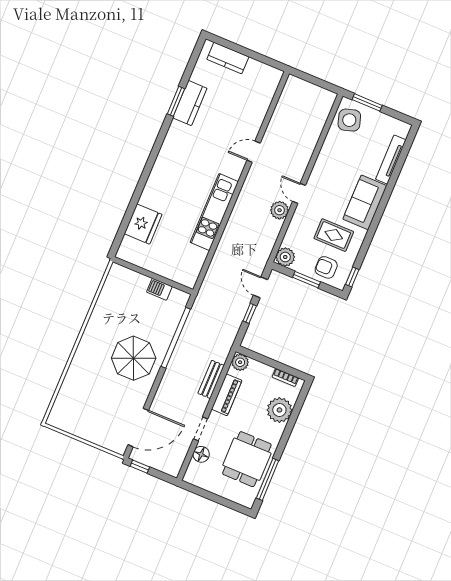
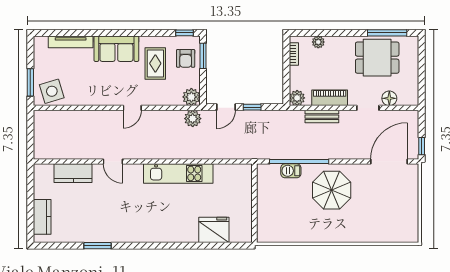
kitchen counter: (190, 103) -> (73, 173), moved, turned 180
plant: (279, 210) -> (193, 119), moved
window: (307, 280) -> (203, 56), moved
barbecue: (159, 289) -> (291, 171), moved, turned 90
plant: (279, 410) -> (318, 42), width x0.53, depth x0.53
door: (138, 428) -> (389, 161), hinge flipped

